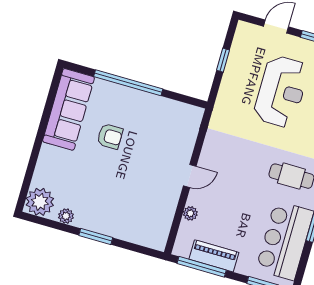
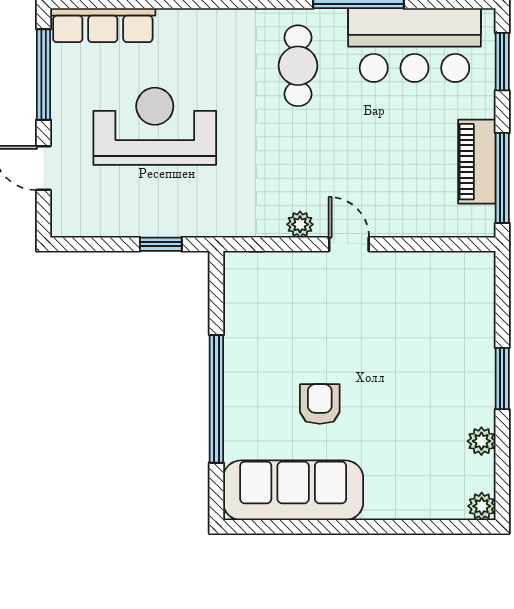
window: (223, 60) -> (161, 244), moved
plant: (40, 202) -> (482, 506), width x0.53, depth x0.53
plant: (190, 213) -> (300, 224), moved

